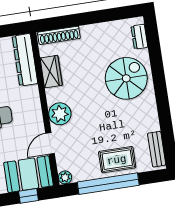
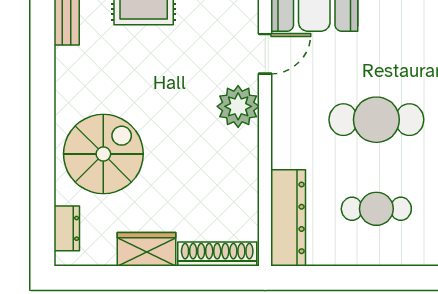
wardrobe: (51, 72) -> (146, 249), moved, turned 90
spiral stairs: (126, 78) -> (103, 154), turned 180

